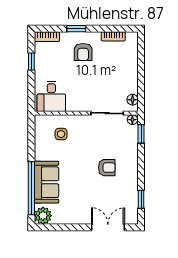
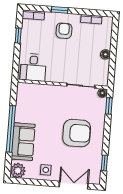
armchair: (83, 52) -> (64, 31), turned 180
floor lamp: (133, 100) -> (105, 54), moved
side table: (61, 134) -> (46, 170), moved
armchair: (107, 168) -> (77, 133), width x1.88, depth x1.88
window: (31, 188) -> (11, 129), moved

